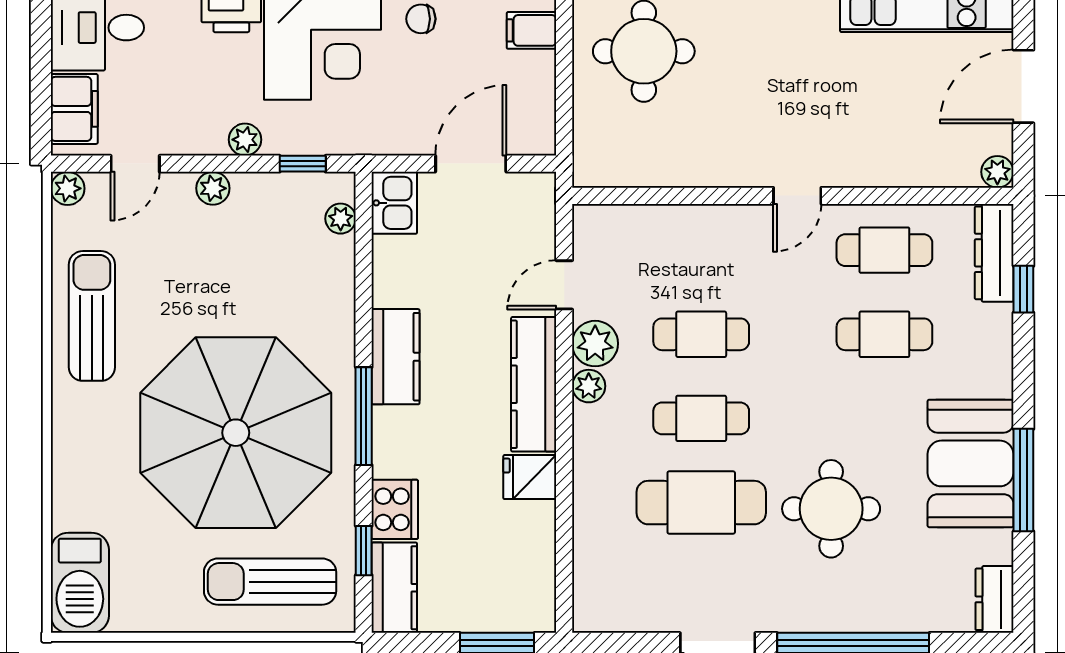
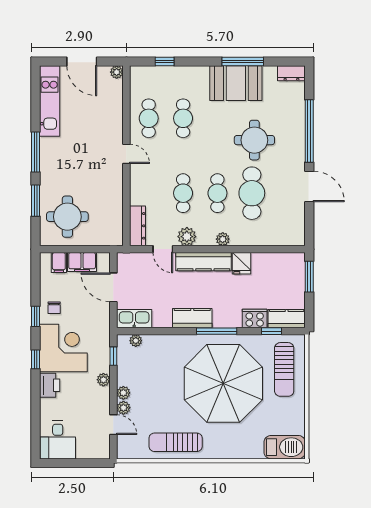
filing cabinet: (74, 109) -> (82, 262), moved, turned 180
plant: (68, 188) -> (123, 408), moved
kitchen sink: (394, 203) -> (134, 319), width x1.38
dresser: (994, 253) -> (138, 226), moved, turned -90
plant: (589, 386) -> (223, 239), moved

